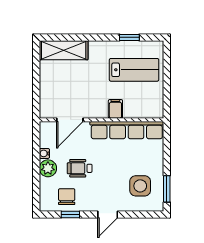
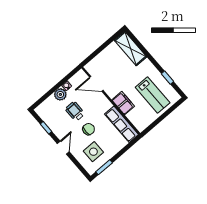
filing cabinet: (115, 109) -> (123, 103), width x2.00
row of seats: (127, 130) -> (122, 124), width x0.73
chair: (67, 197) -> (89, 129), moved
door: (108, 215) -> (63, 148), swing flipped

